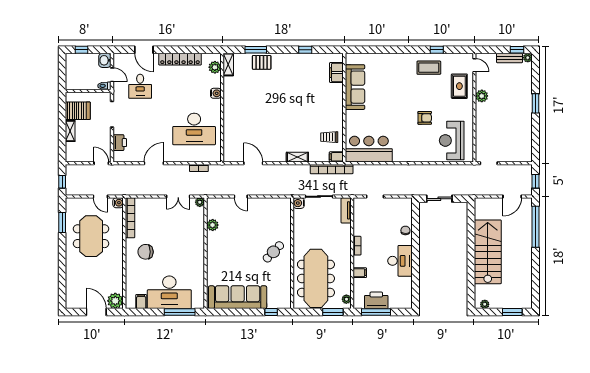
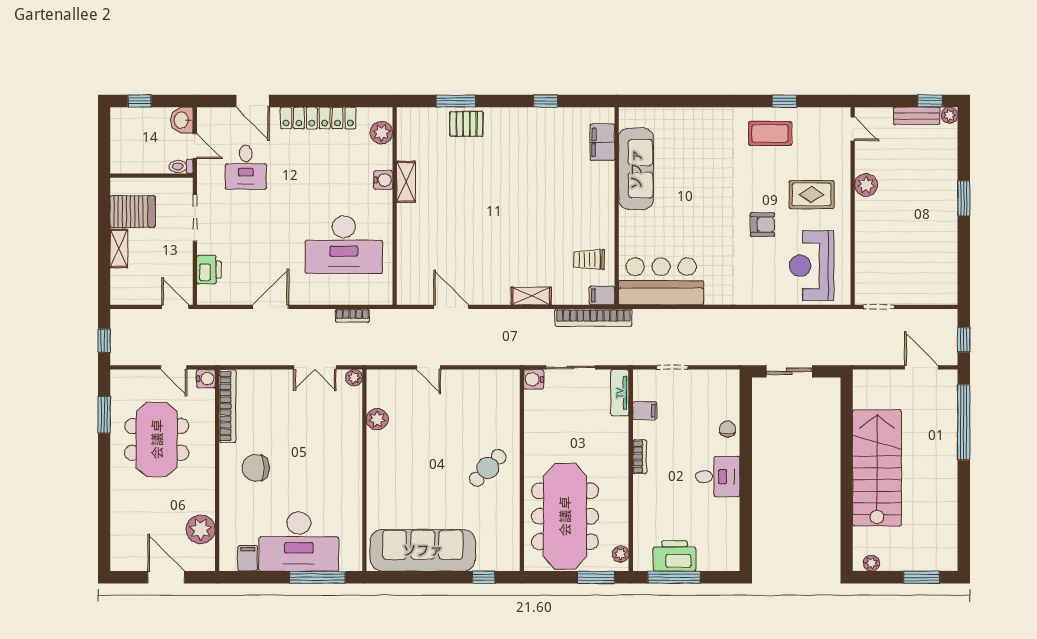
shelving: (228, 65) -> (406, 182), moved
rug: (459, 86) -> (812, 195), moved, turned 90
door: (512, 196) -> (921, 367), swing flipped
desk: (400, 261) -> (718, 477), width x0.73
filing cabinet: (360, 273) -> (645, 411), moved
plant: (115, 301) -> (201, 529), moved

